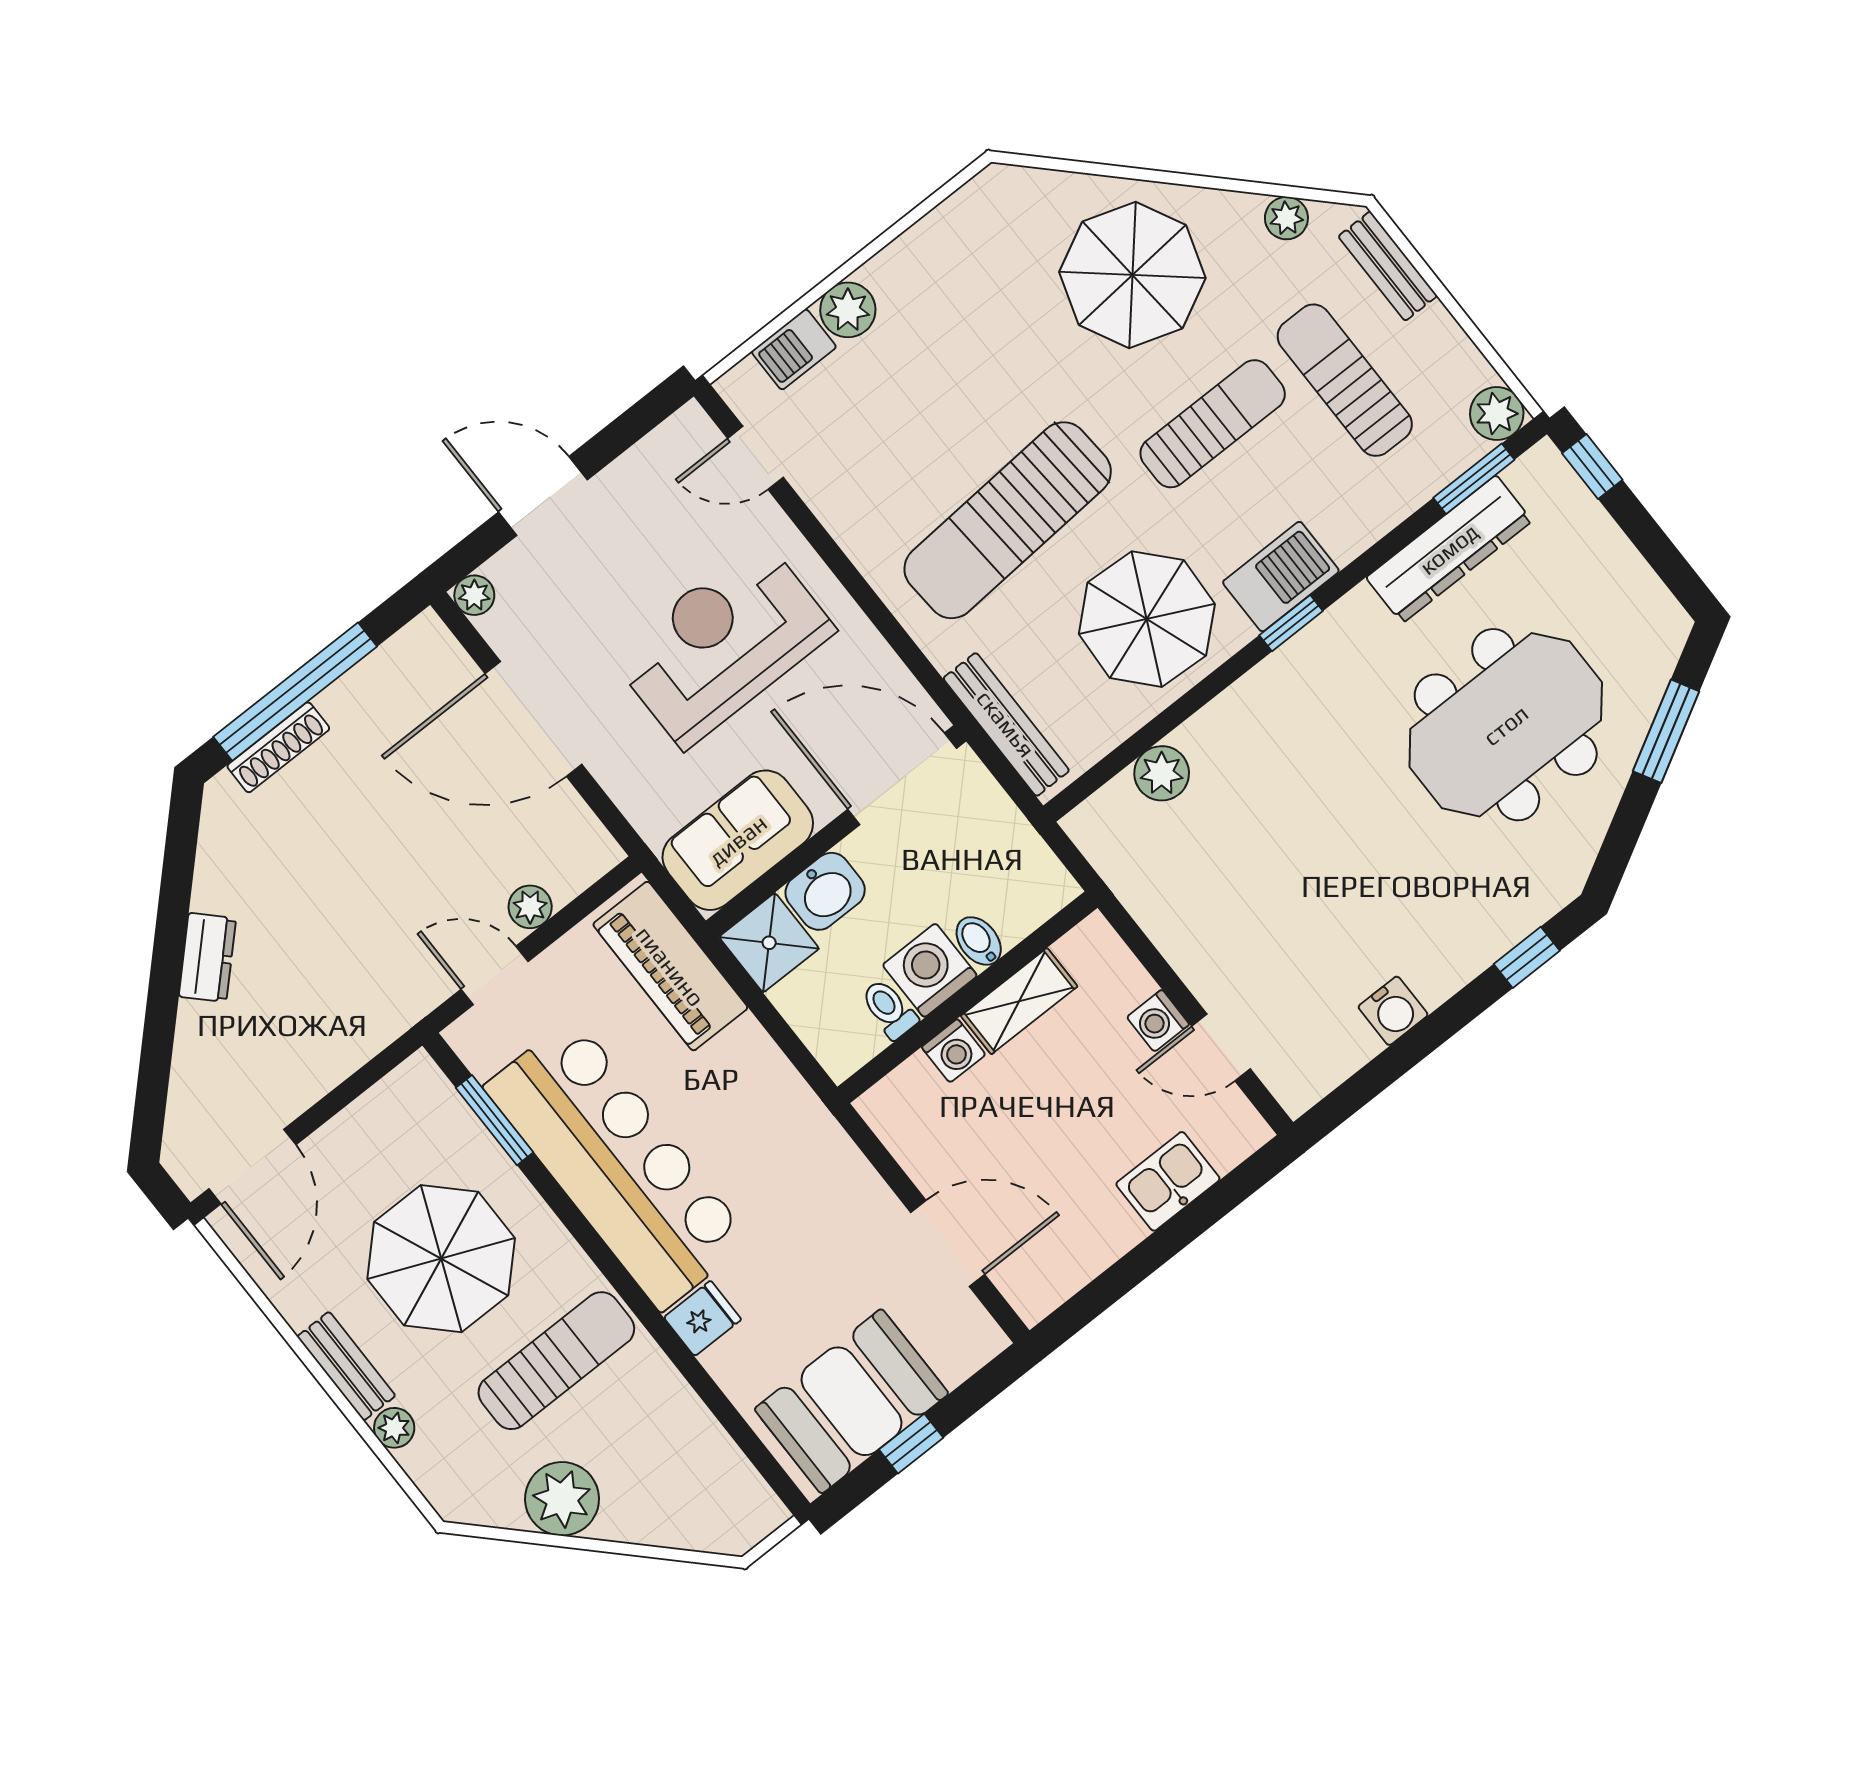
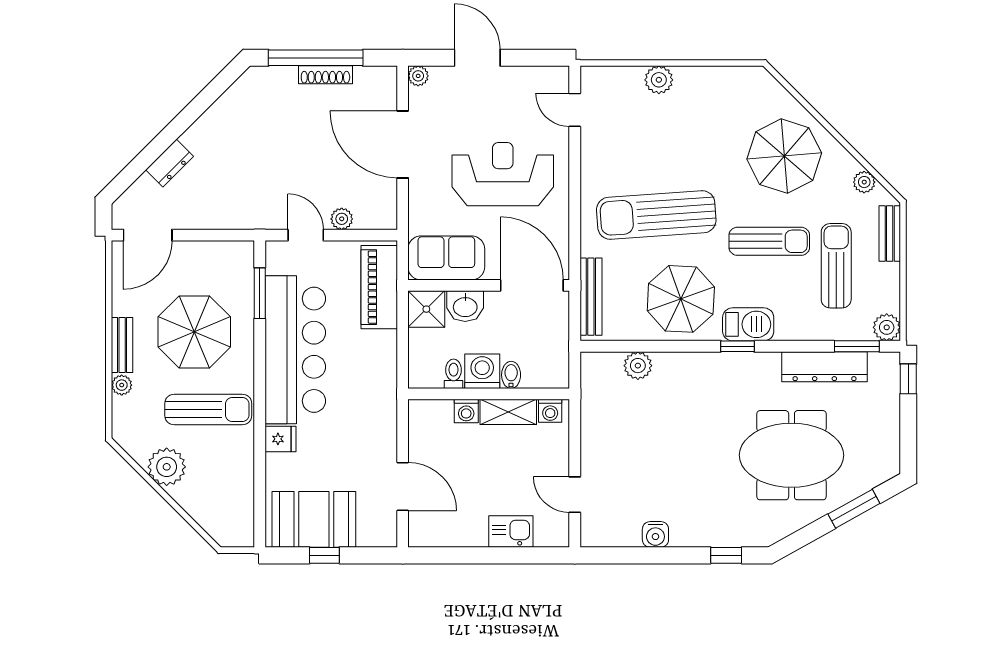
barbecue: (794, 349) -> (625, 79), removed
shoe rack: (278, 747) -> (325, 75), moved
dresser: (207, 957) -> (170, 163), moved
washing machine: (1158, 1021) -> (550, 411), moved, turned -90

